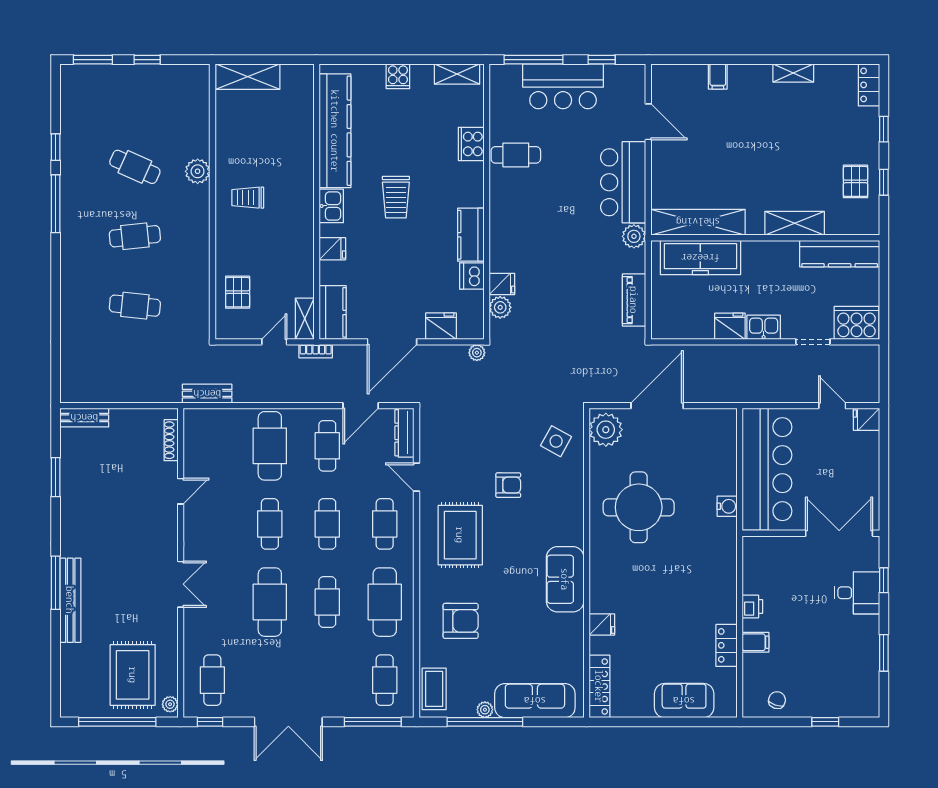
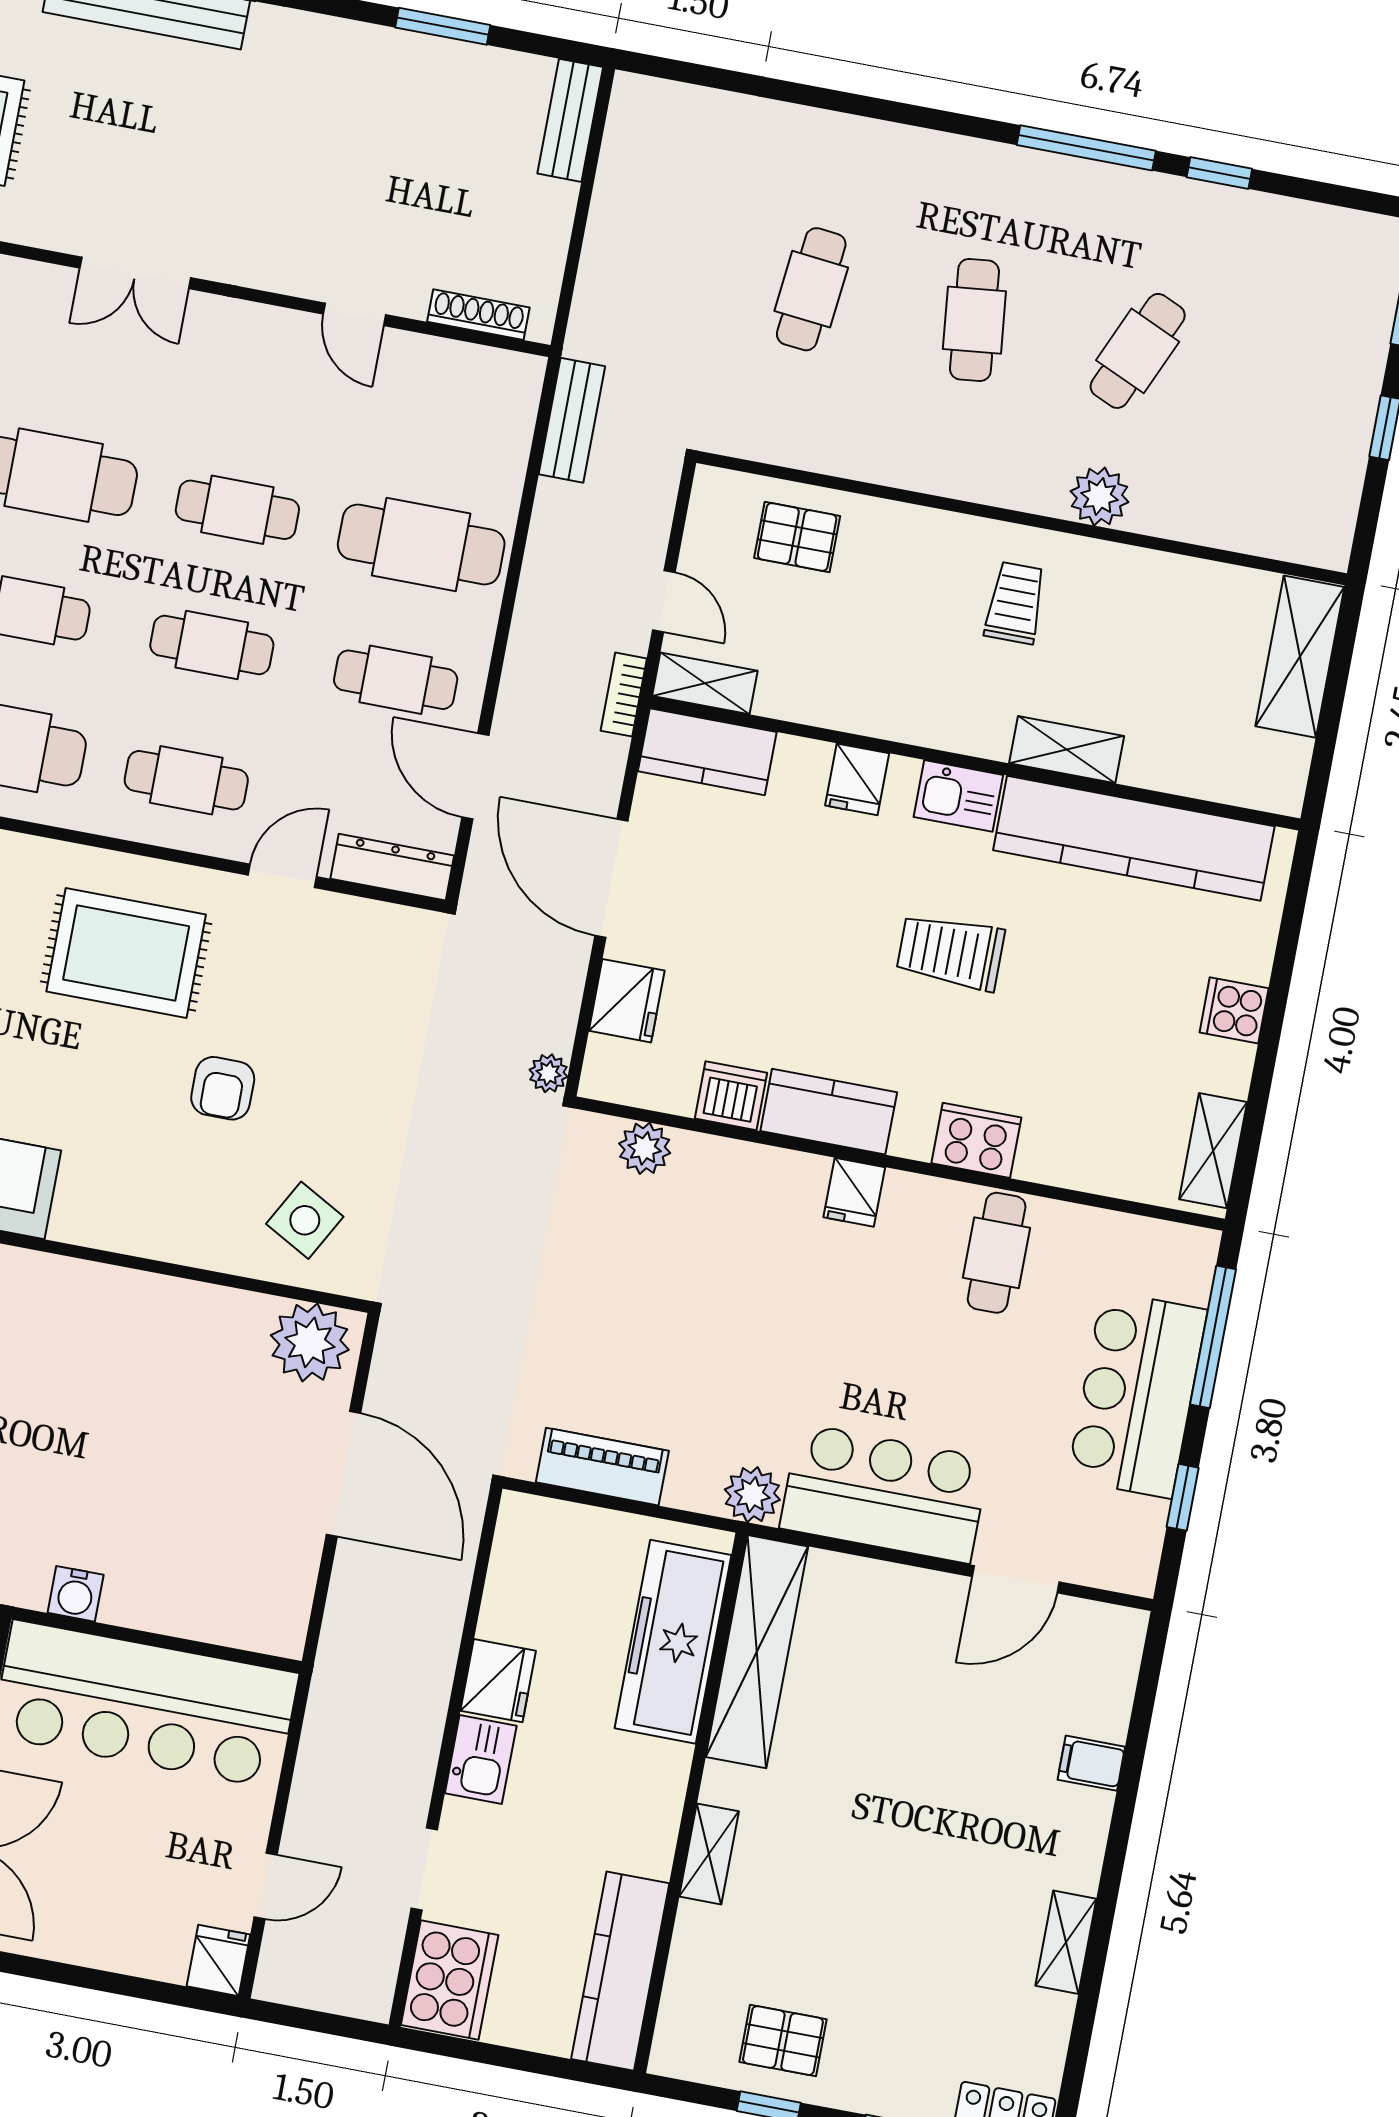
cooker: (471, 144) -> (976, 1140), moved
shelving: (304, 165) -> (1067, 750), added
shelving: (795, 223) -> (709, 1854), width x0.67, depth x0.75
fridge: (502, 284) -> (854, 1192), moved
round table: (639, 507) -> (112, 1385), removed

